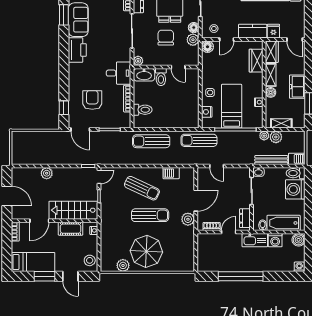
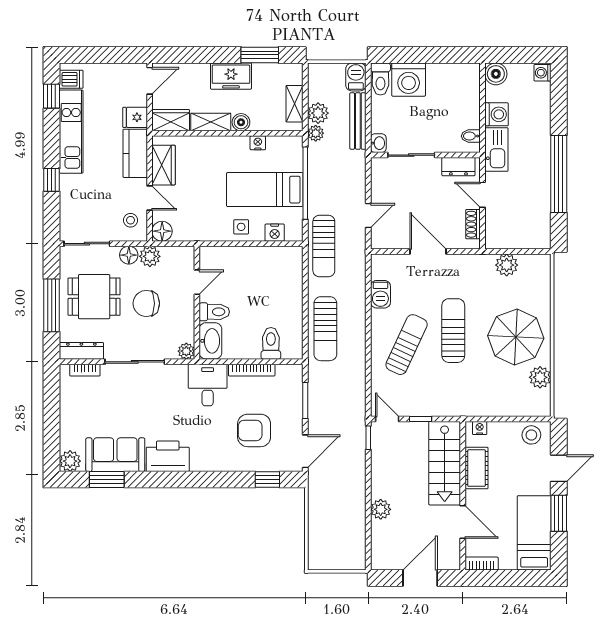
wardrobe: (256, 61) -> (164, 165), moved, turned -90
plant: (188, 219) -> (507, 265), moved
bathtub: (284, 223) -> (467, 100), removed

